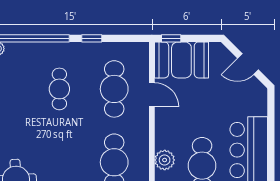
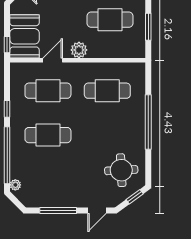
cafe table: (59, 89) -> (48, 135), width x1.37, depth x1.35
plant: (165, 160) -> (79, 50), moved

